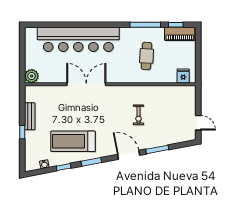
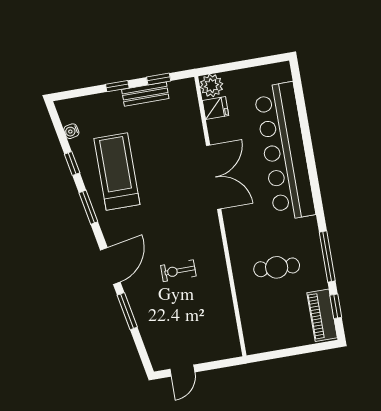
fridge: (183, 76) -> (215, 108), moved
window: (22, 107) -> (159, 79), added

